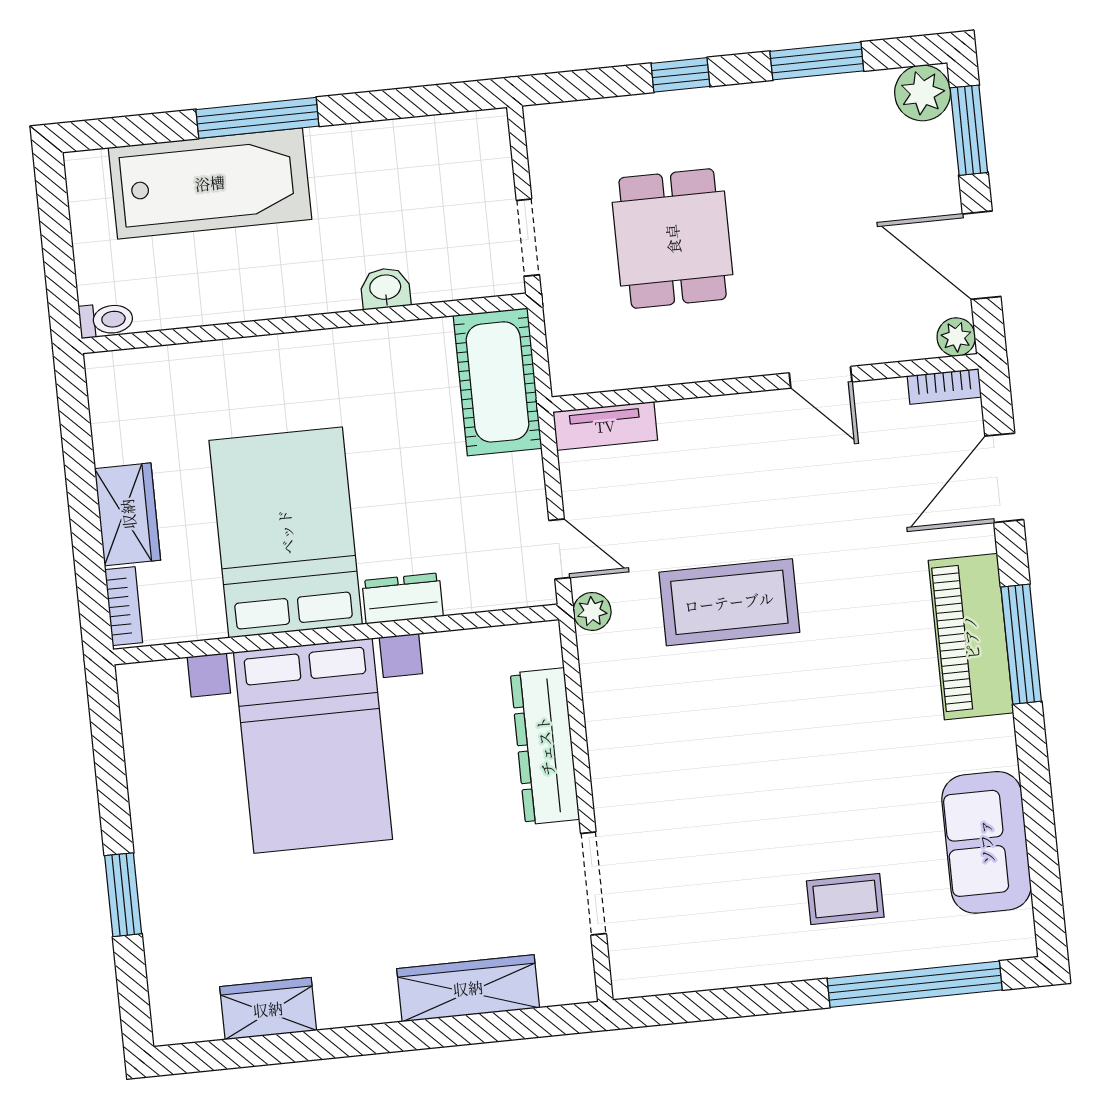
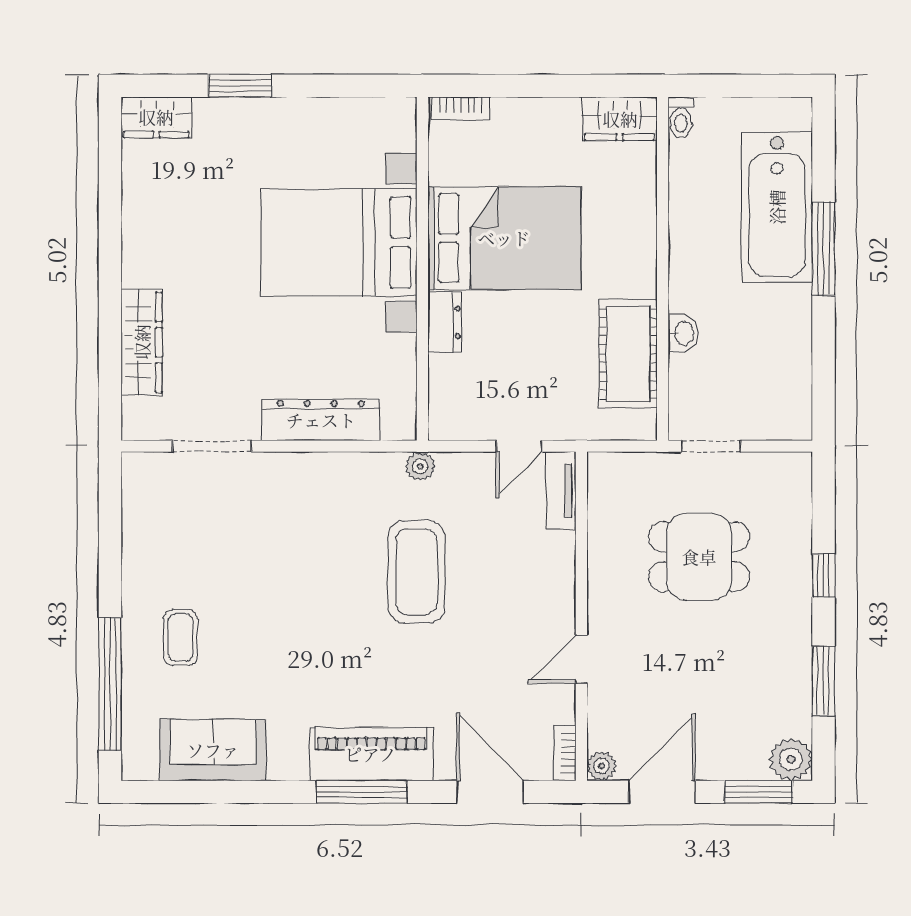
cot: (498, 382) -> (628, 354), moved, turned 90
wardrobe: (128, 514) -> (620, 119), moved
door: (559, 549) -> (519, 446), moved
wardrobe: (268, 1009) -> (156, 117), moved, turned 90

